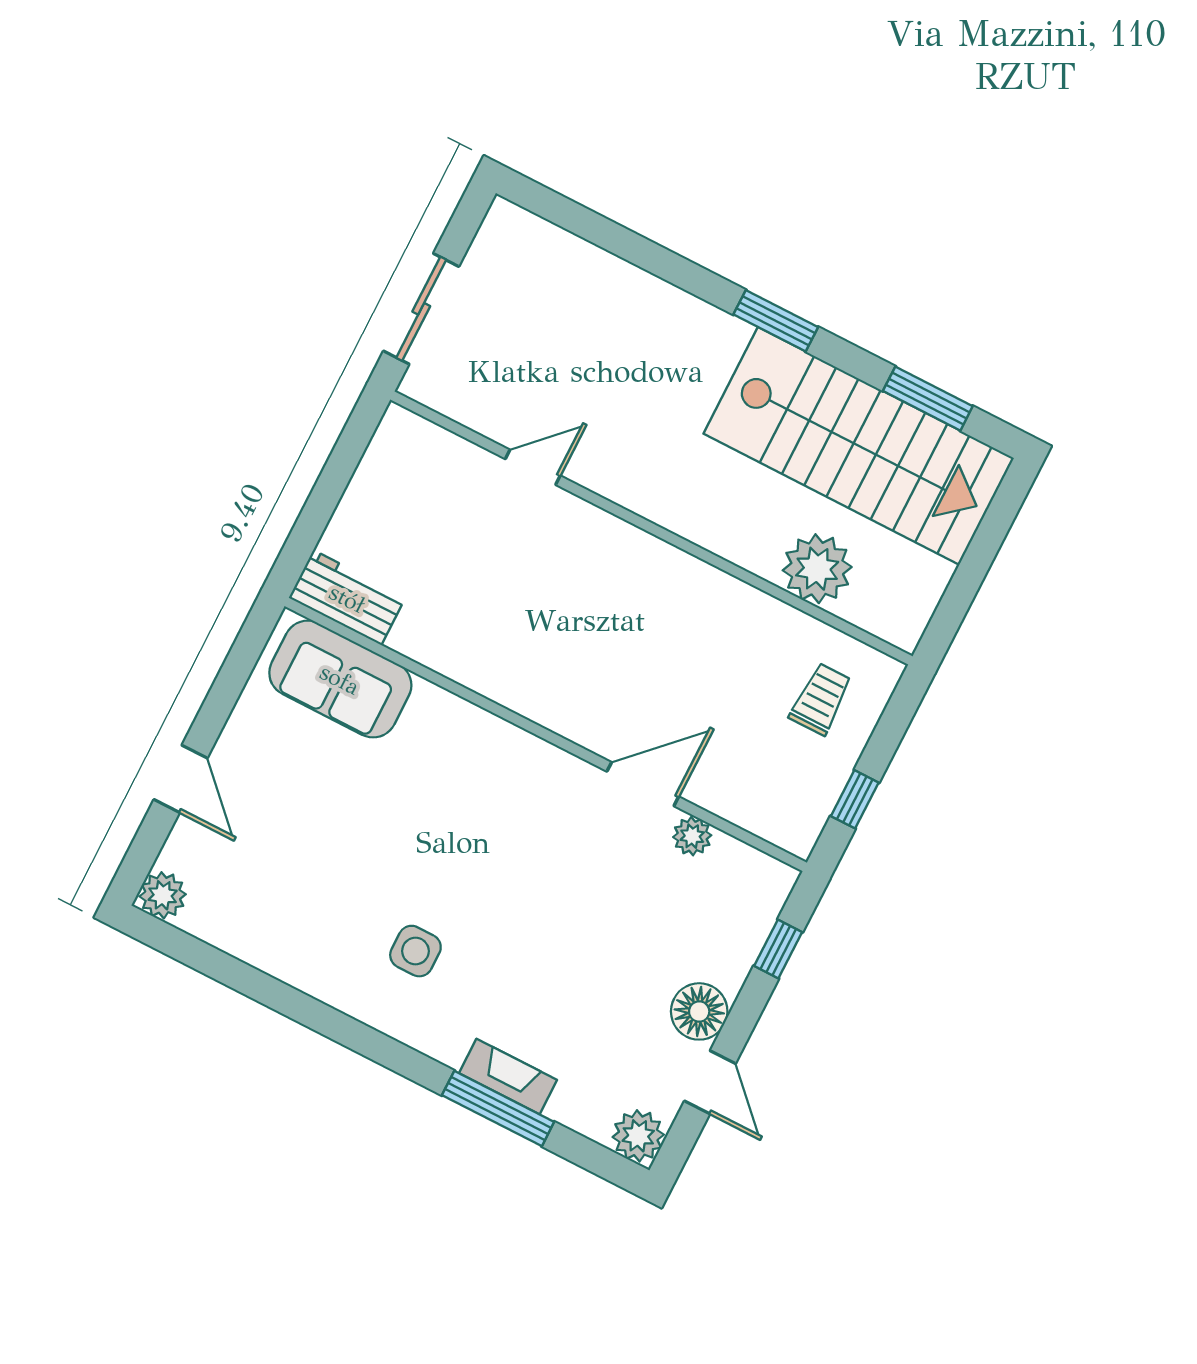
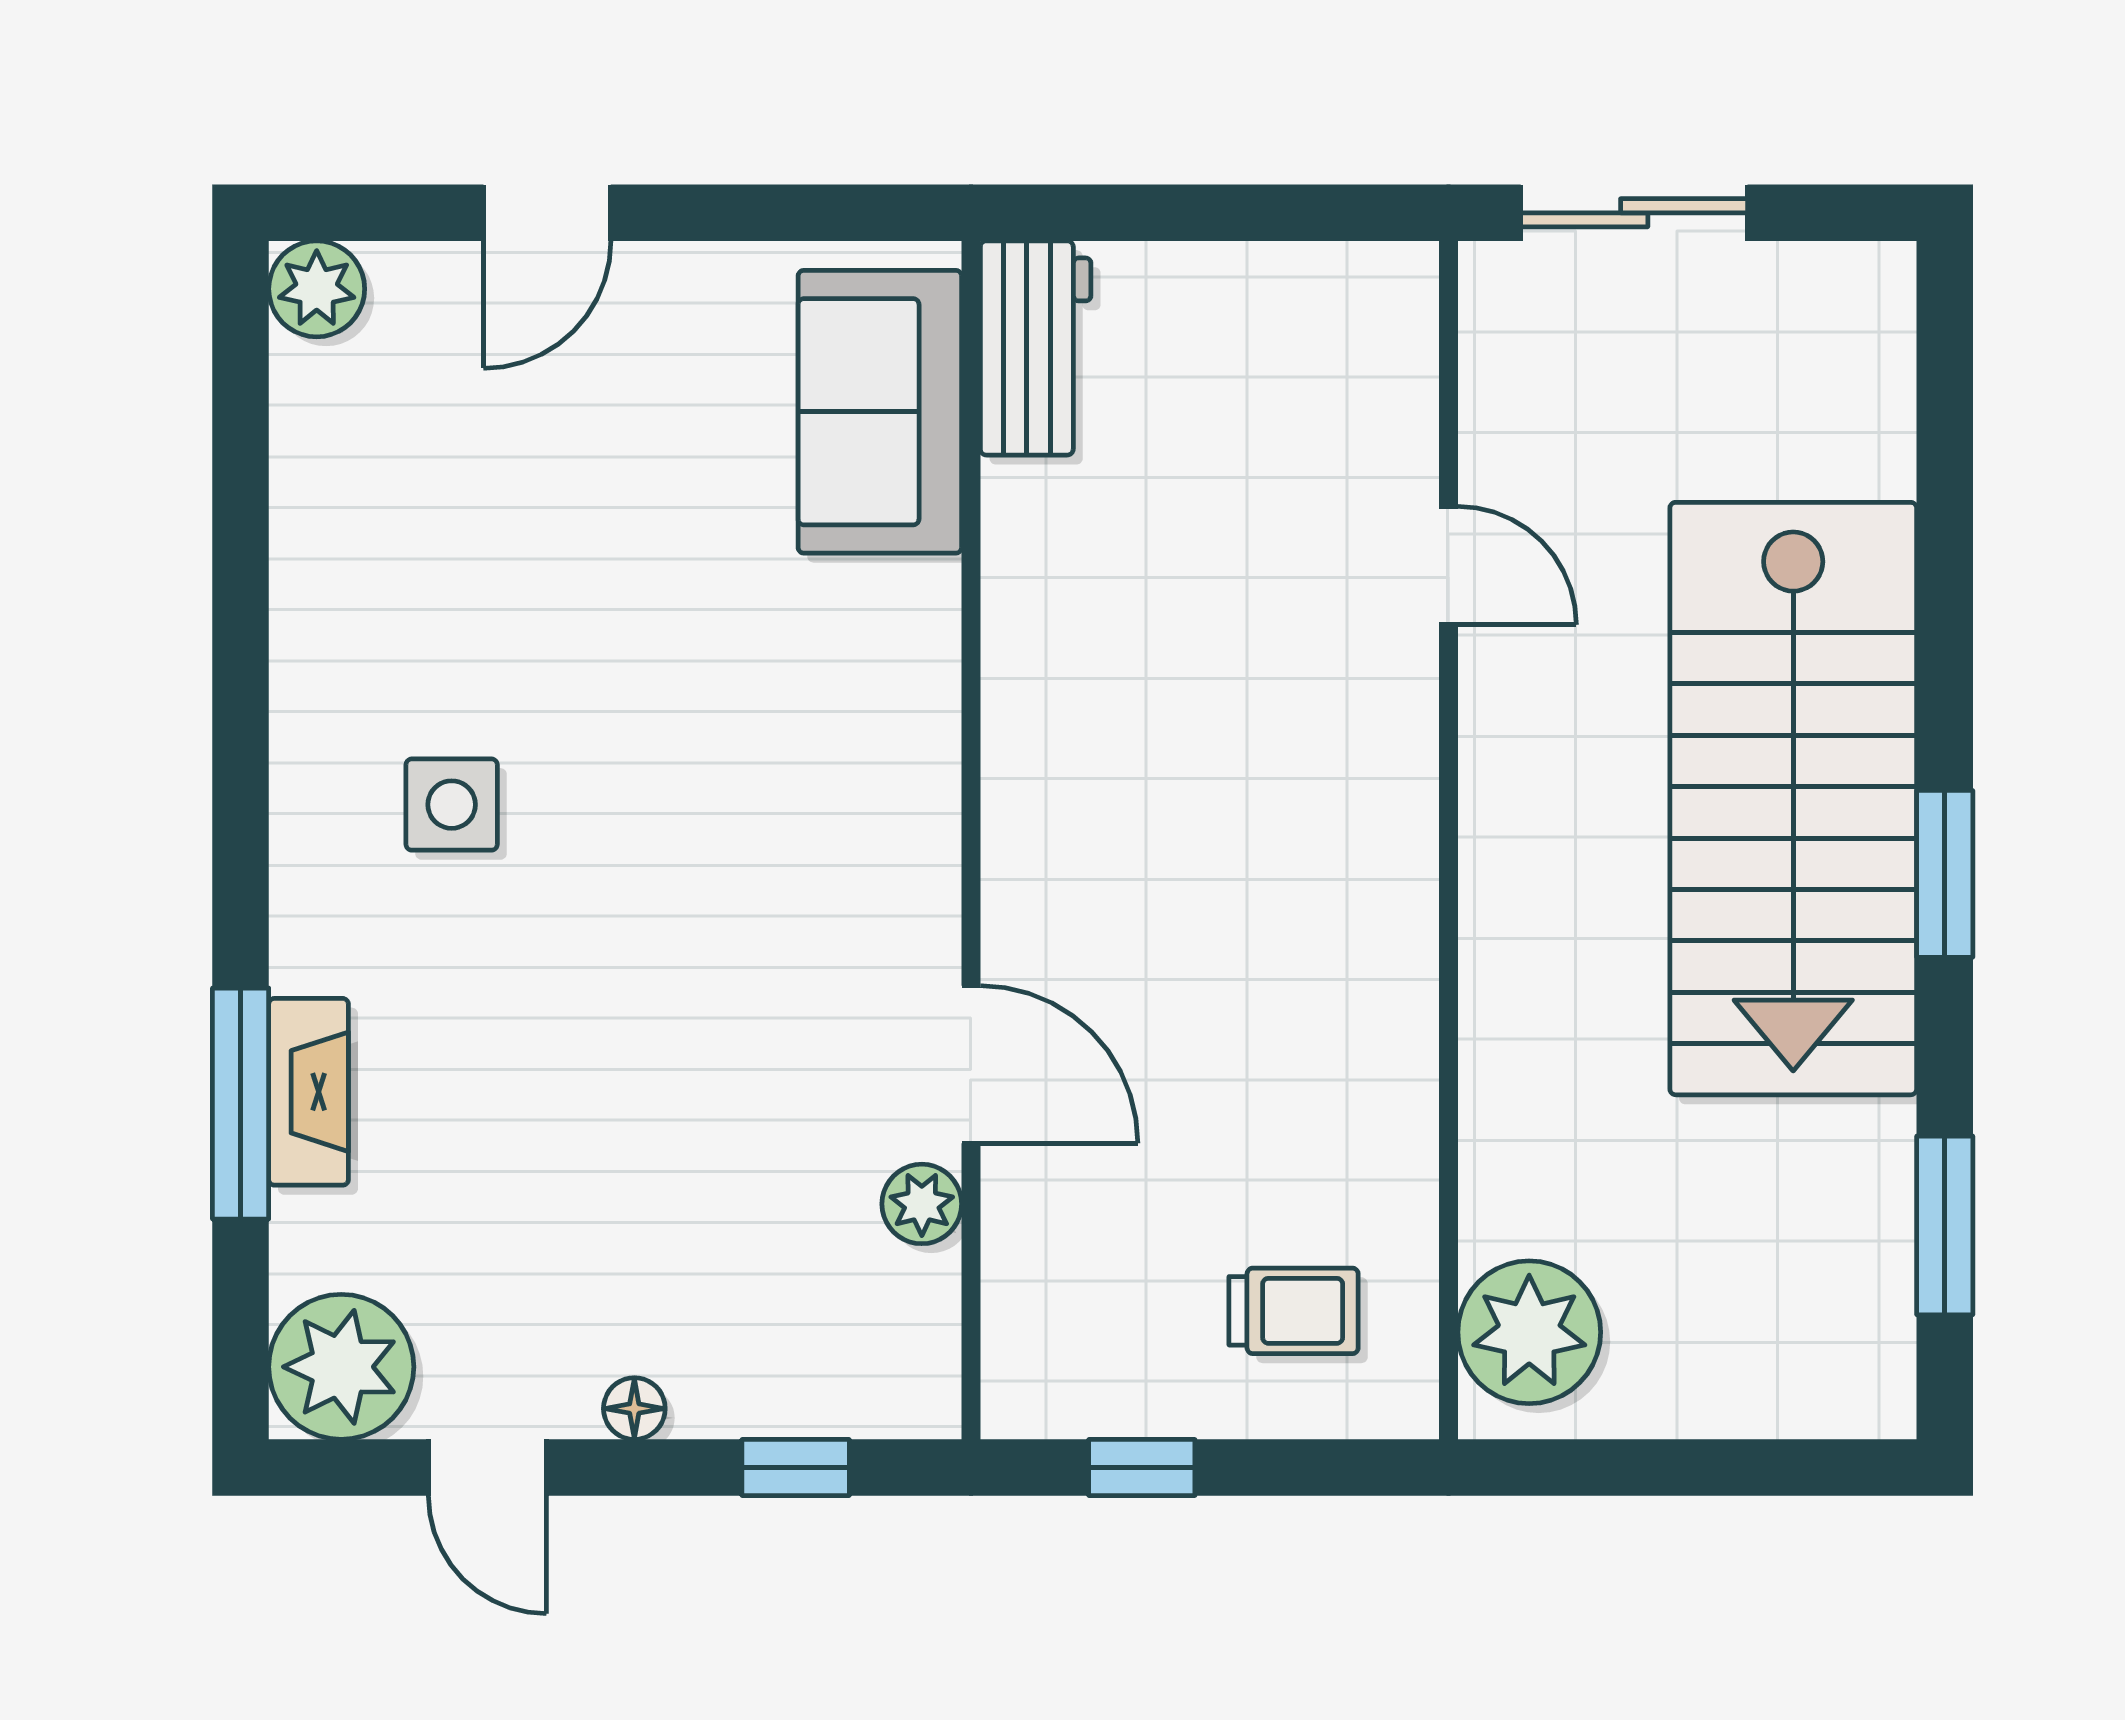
stairs: (859, 446) -> (1793, 799), moved
plant: (817, 569) -> (1529, 1332), moved
floor lamp: (699, 1011) -> (634, 1409), width x0.53, depth x0.53
door: (710, 1082) -> (487, 1467), hinge flipped
plant: (638, 1136) -> (341, 1367), width x1.36, depth x1.36

